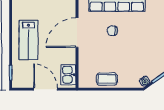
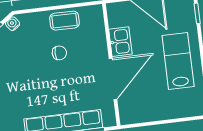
chair: (112, 31) -> (59, 53), moved
kitchen sink: (68, 75) -> (120, 42), moved

